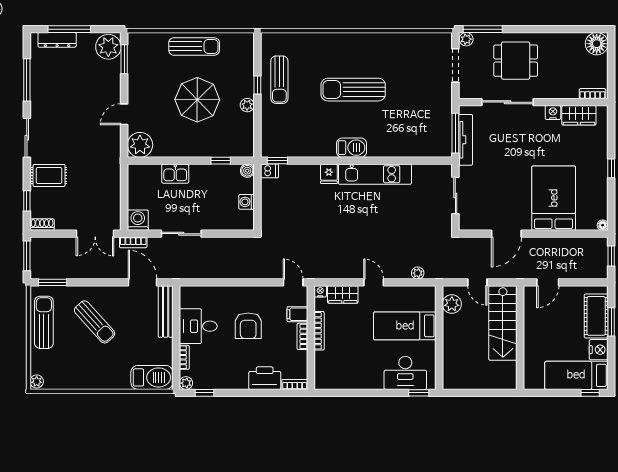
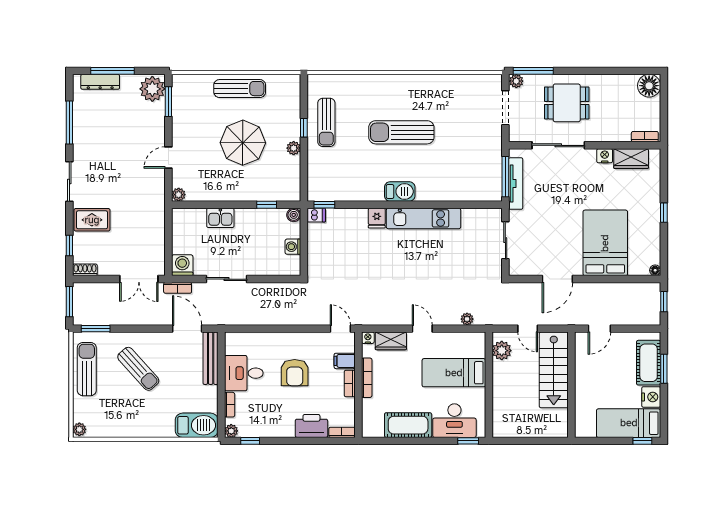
plant: (140, 145) -> (179, 195), width x0.53, depth x0.53
cot: (360, 377) -> (408, 425), added

